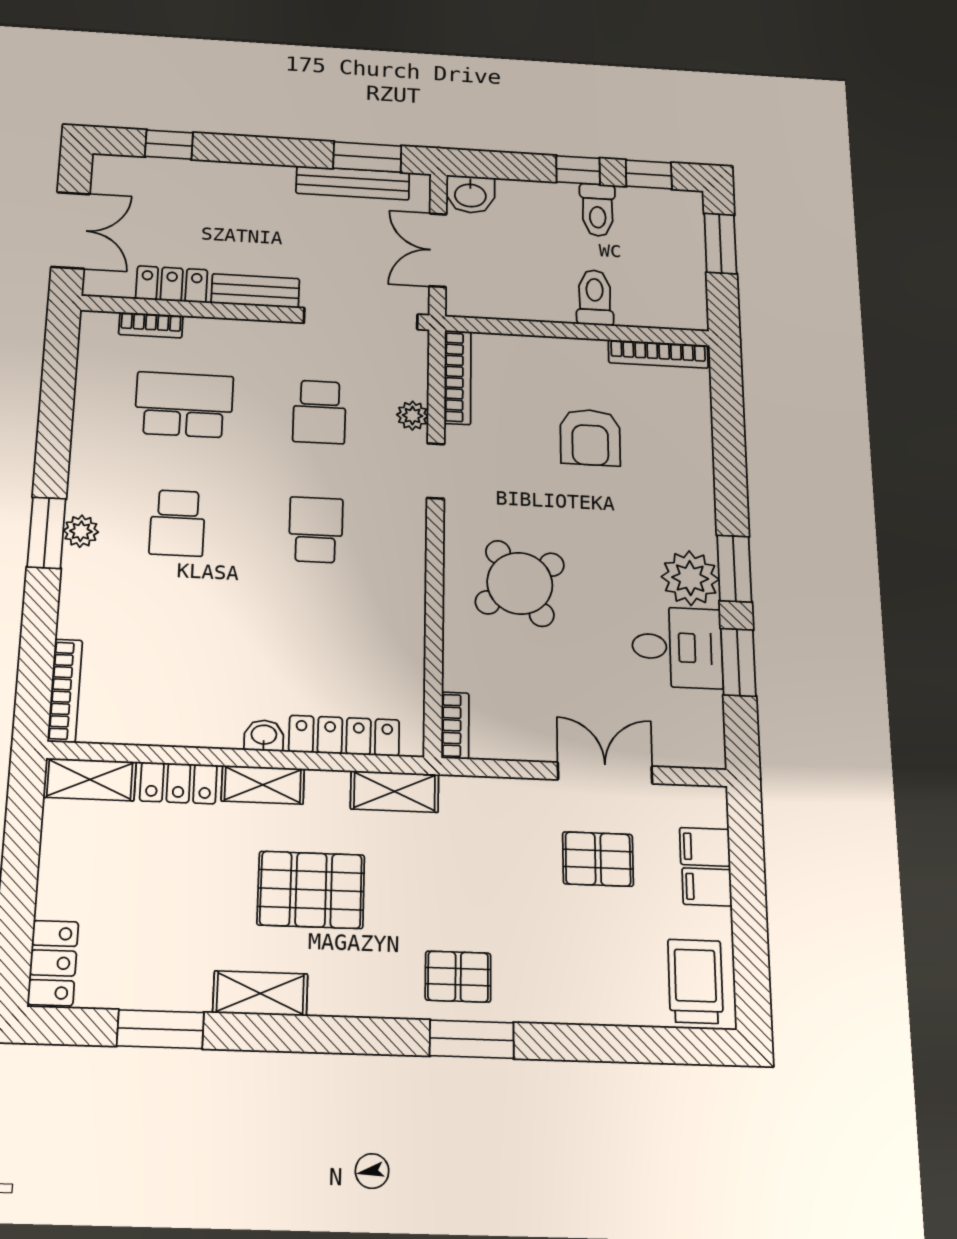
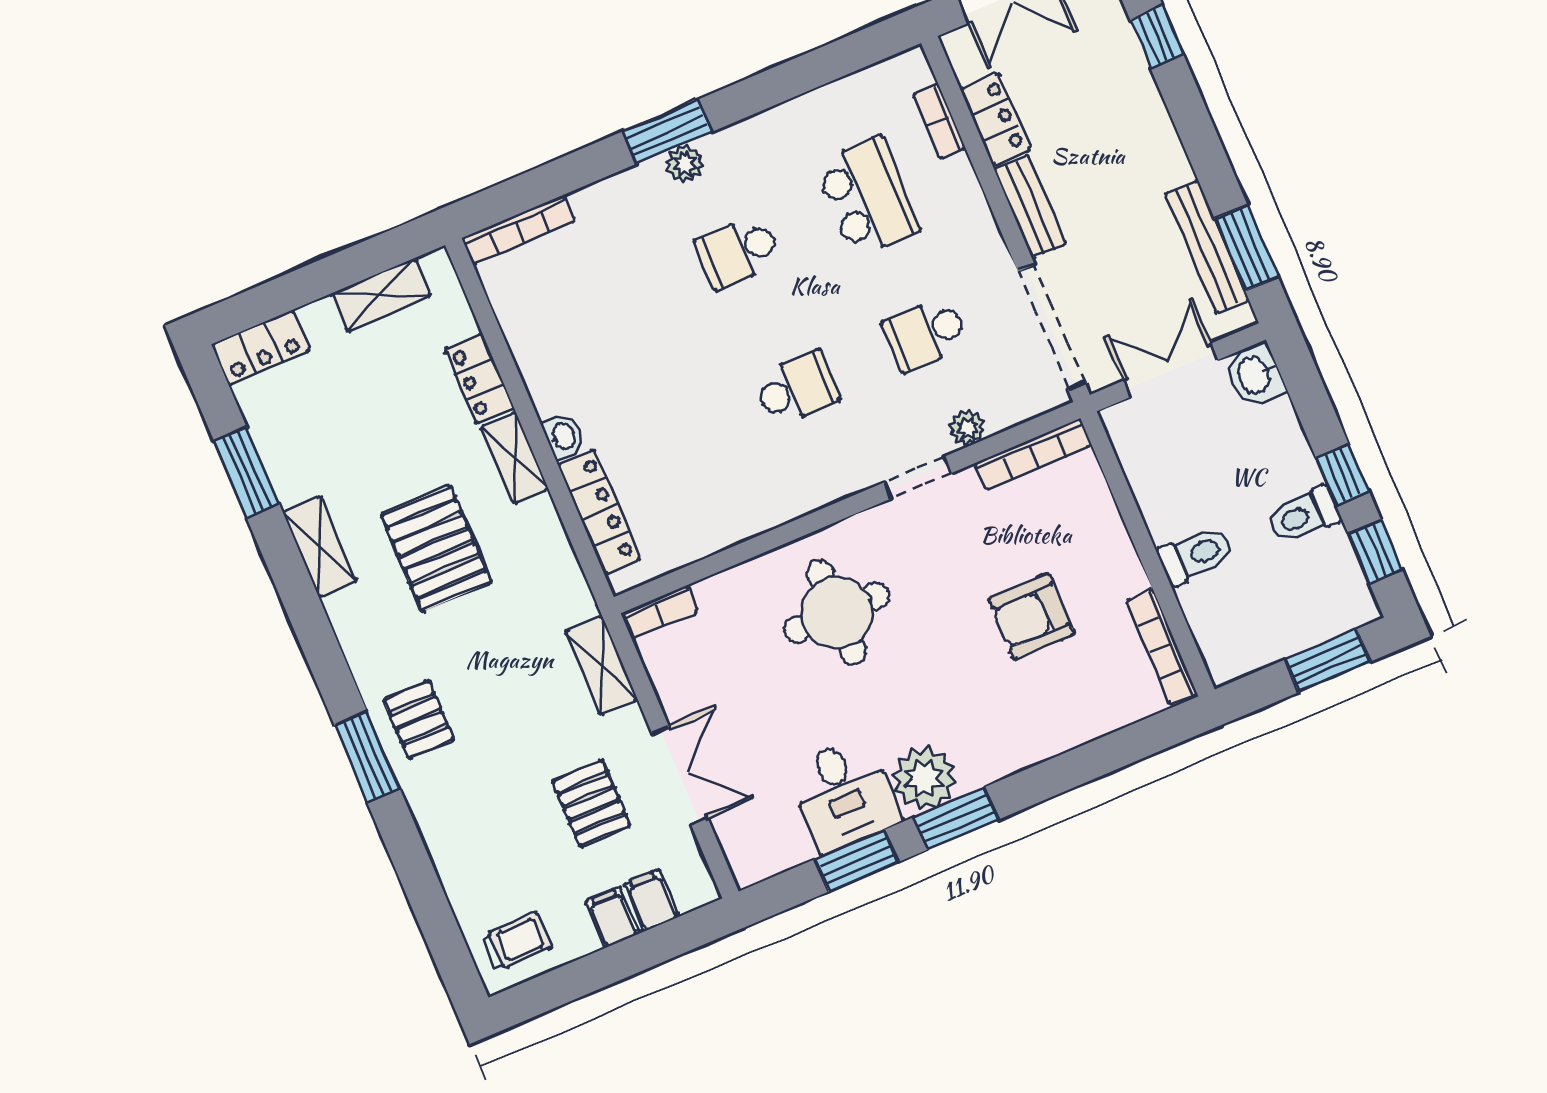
round table: (520, 583) -> (837, 612), turned 34
shelving: (90, 779) -> (381, 295), moved, turned 90
shelving: (395, 792) -> (601, 665), moved
trolley: (695, 981) -> (517, 941), width x0.73, depth x0.72

